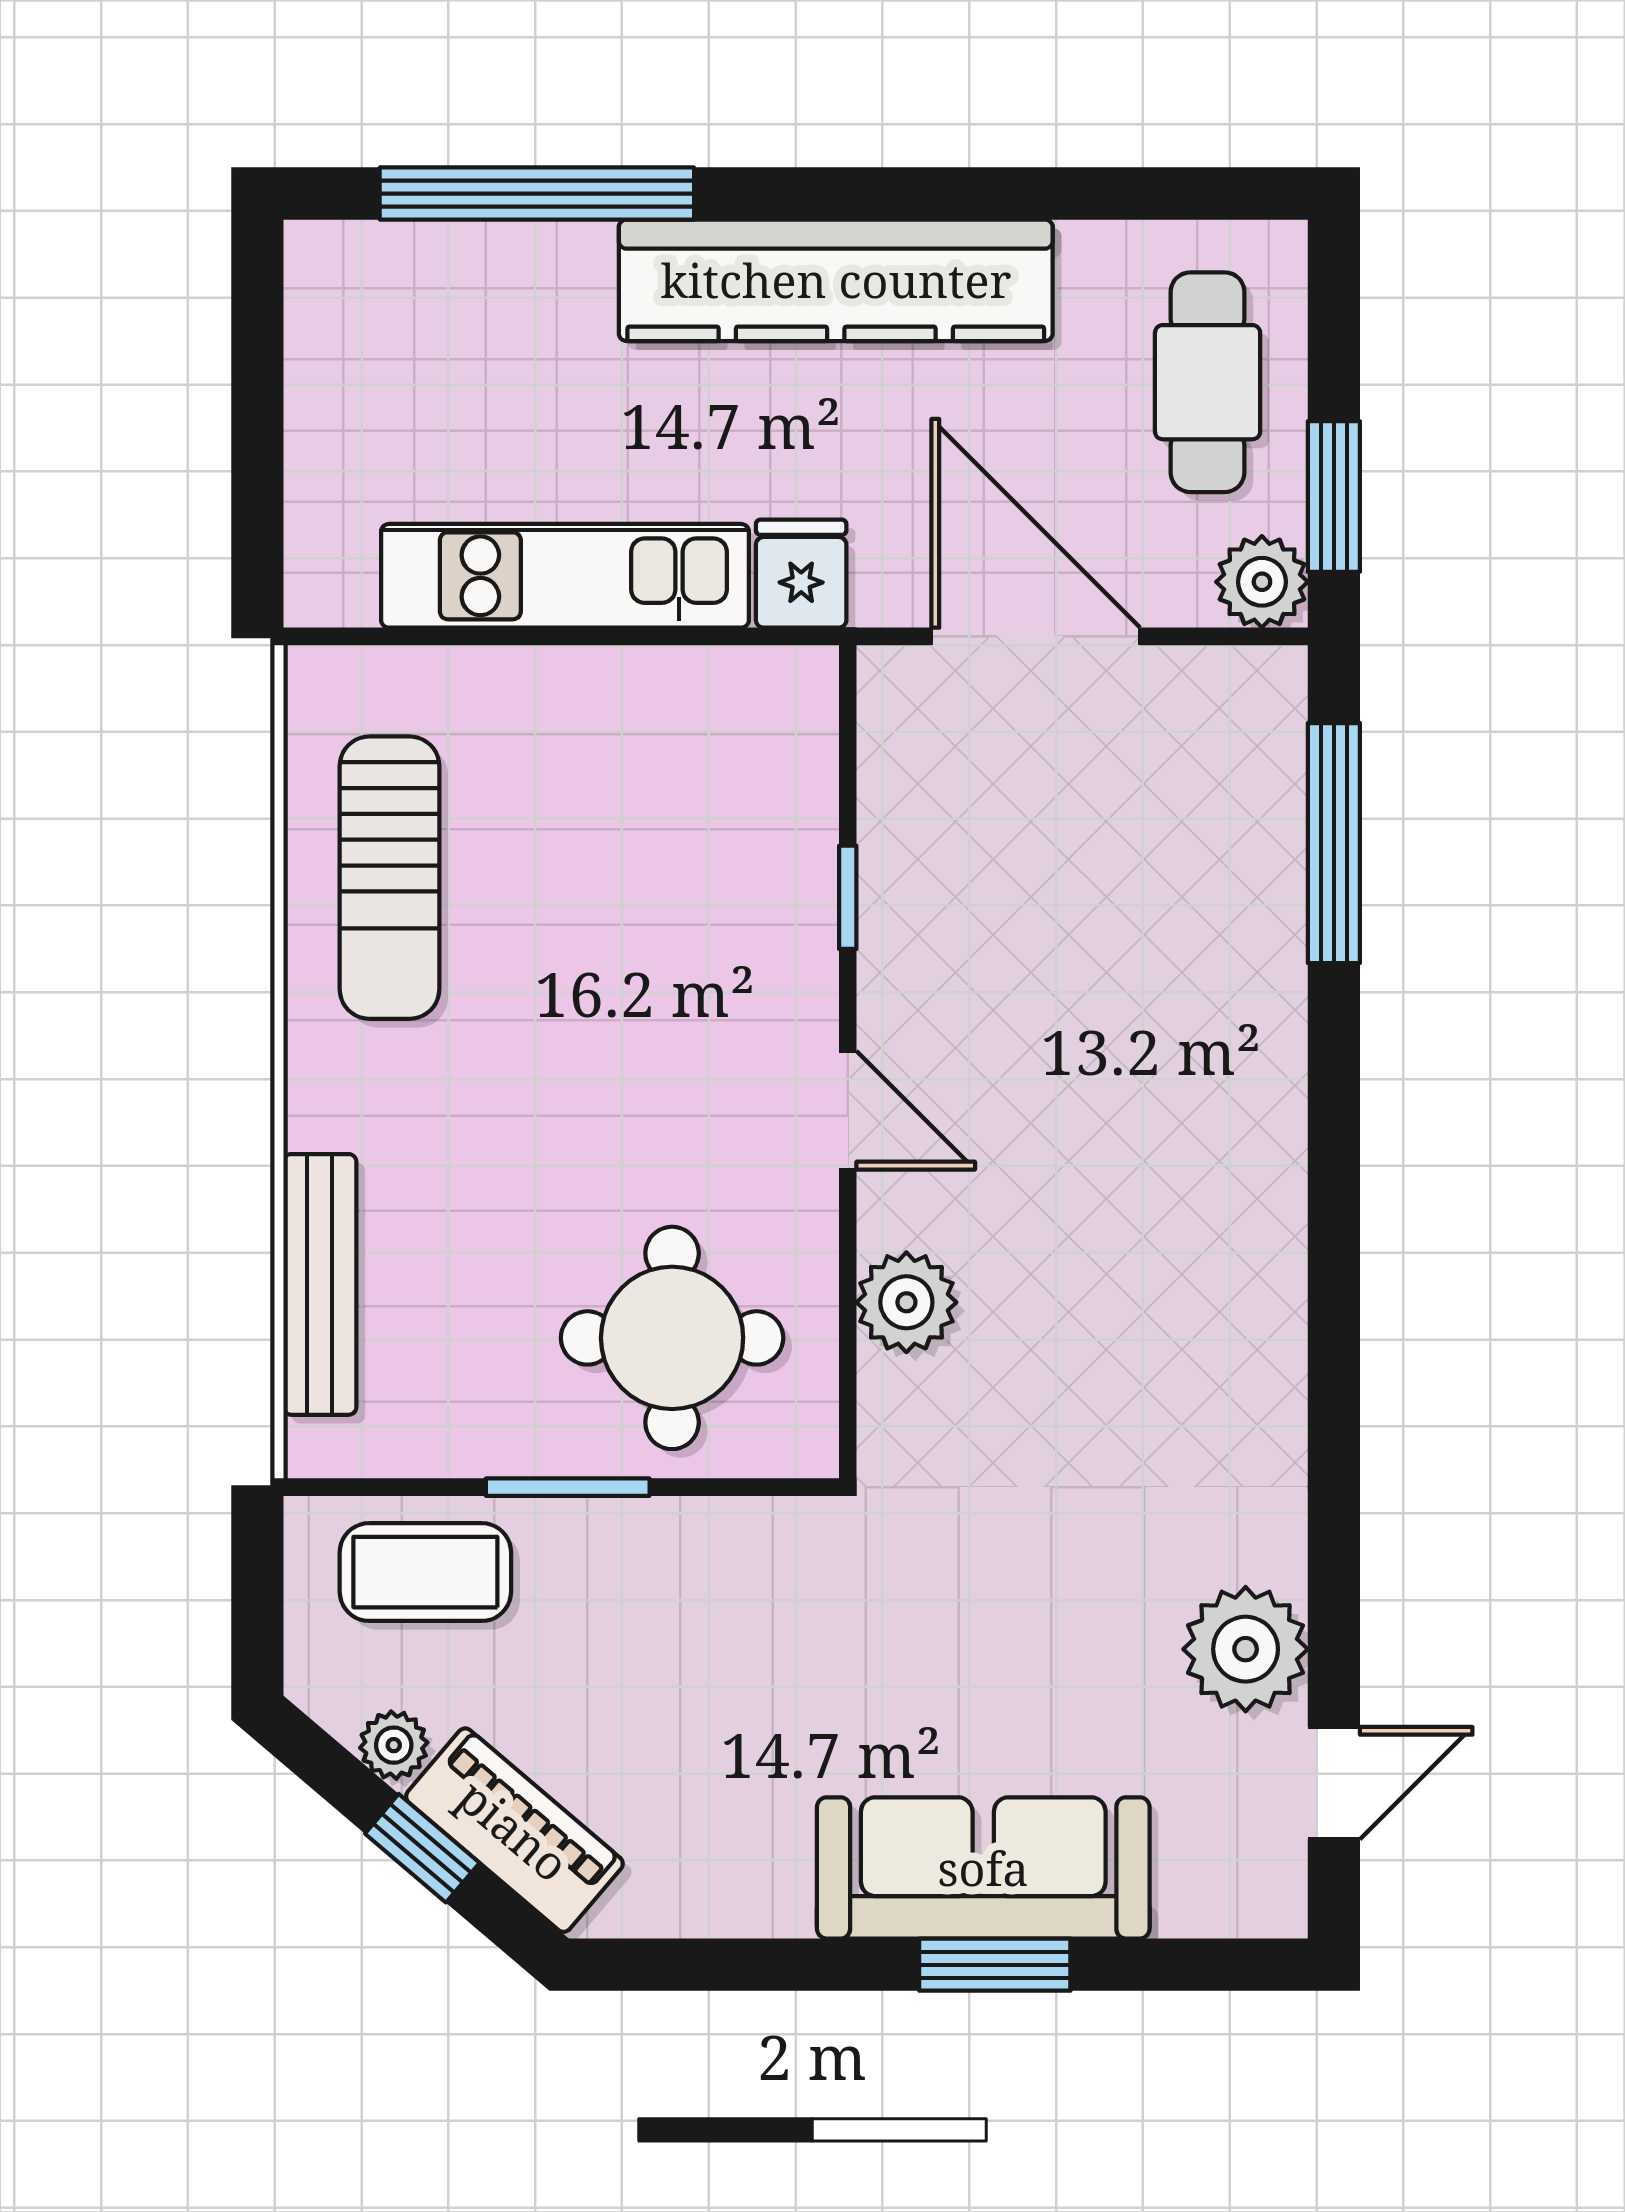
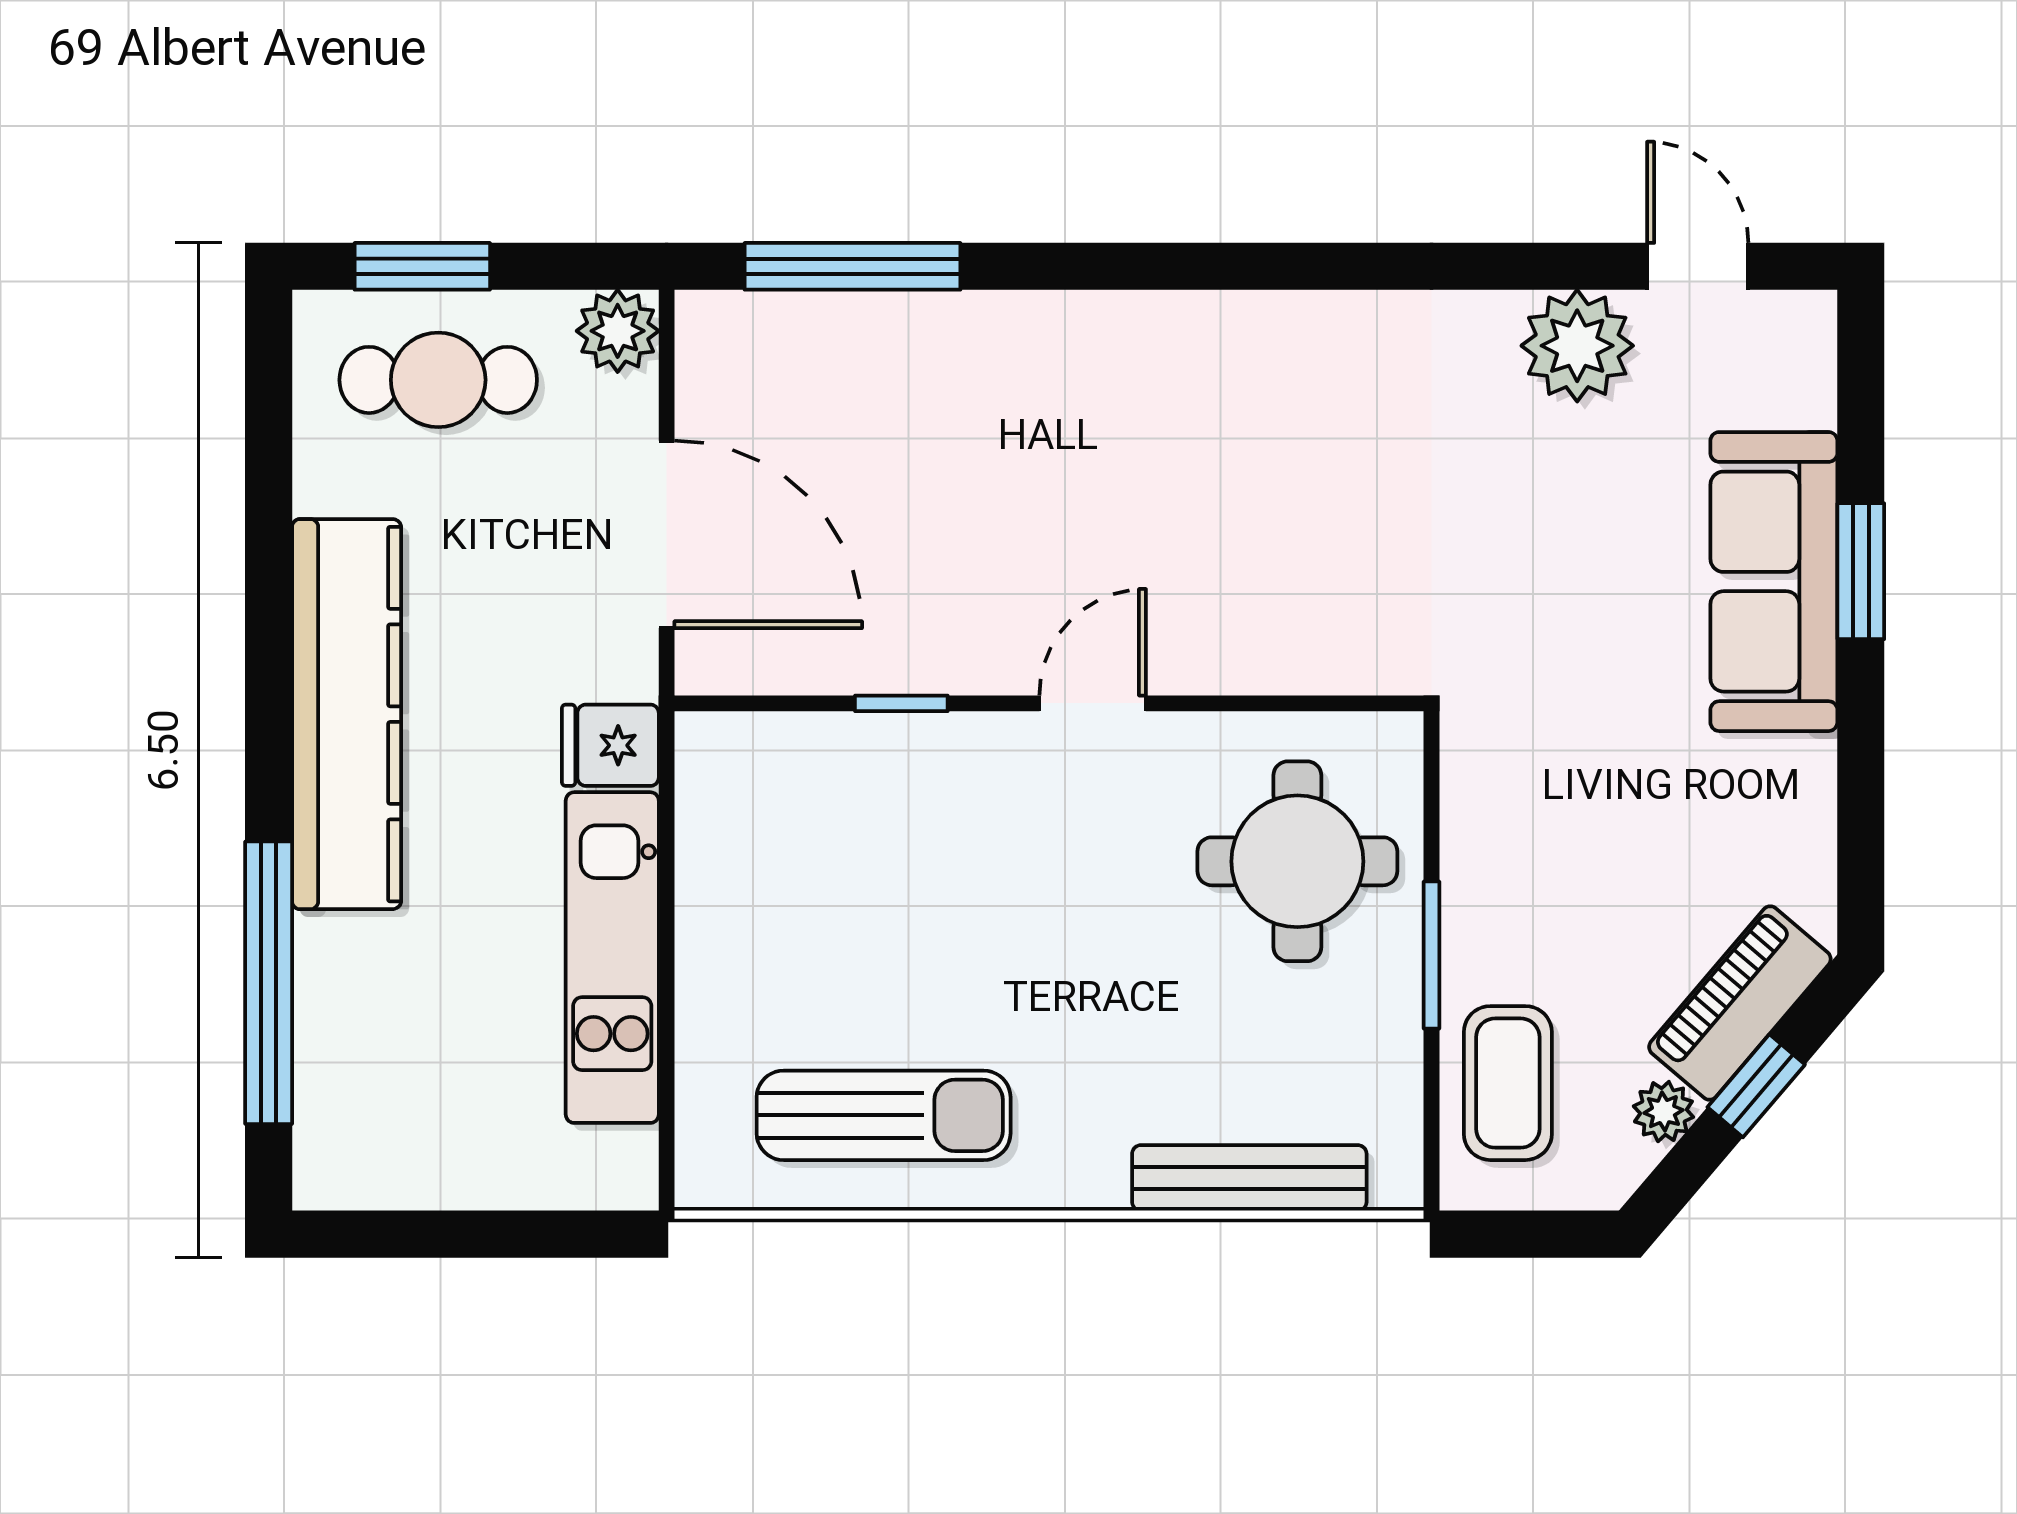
window: (1334, 496) -> (422, 266), moved
door: (1036, 636) -> (667, 534), swing flipped
plant: (906, 1302) -> (1265, 651), removed

